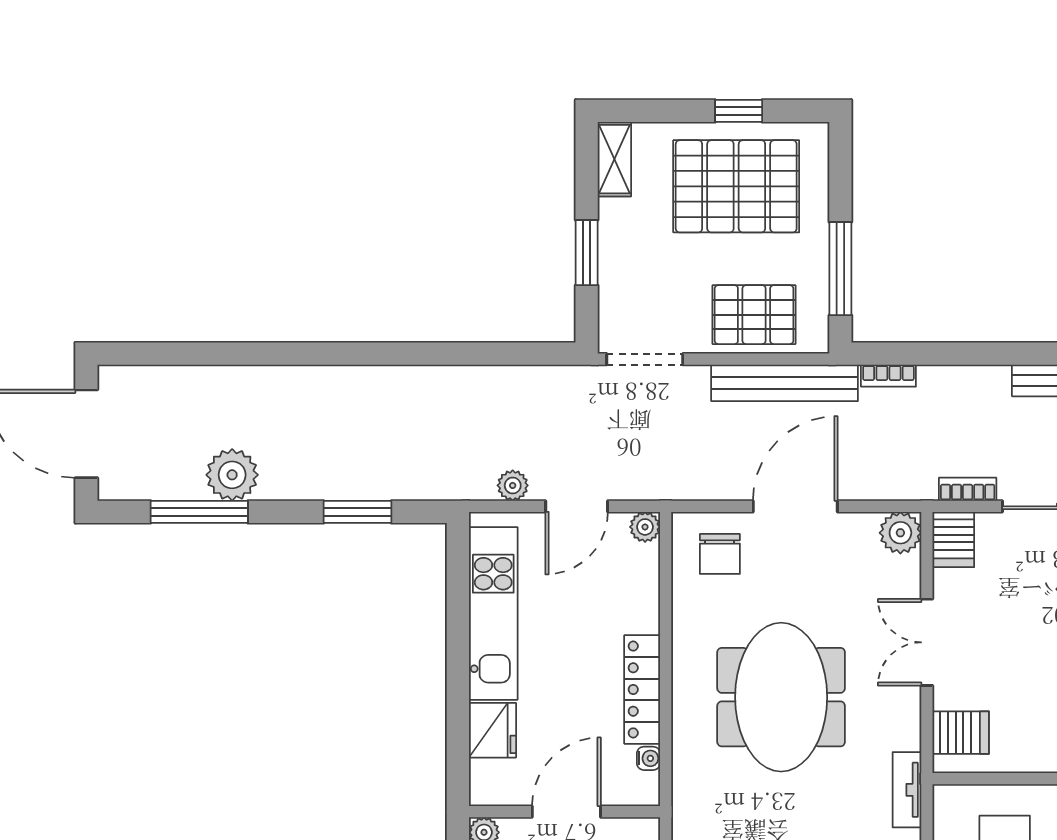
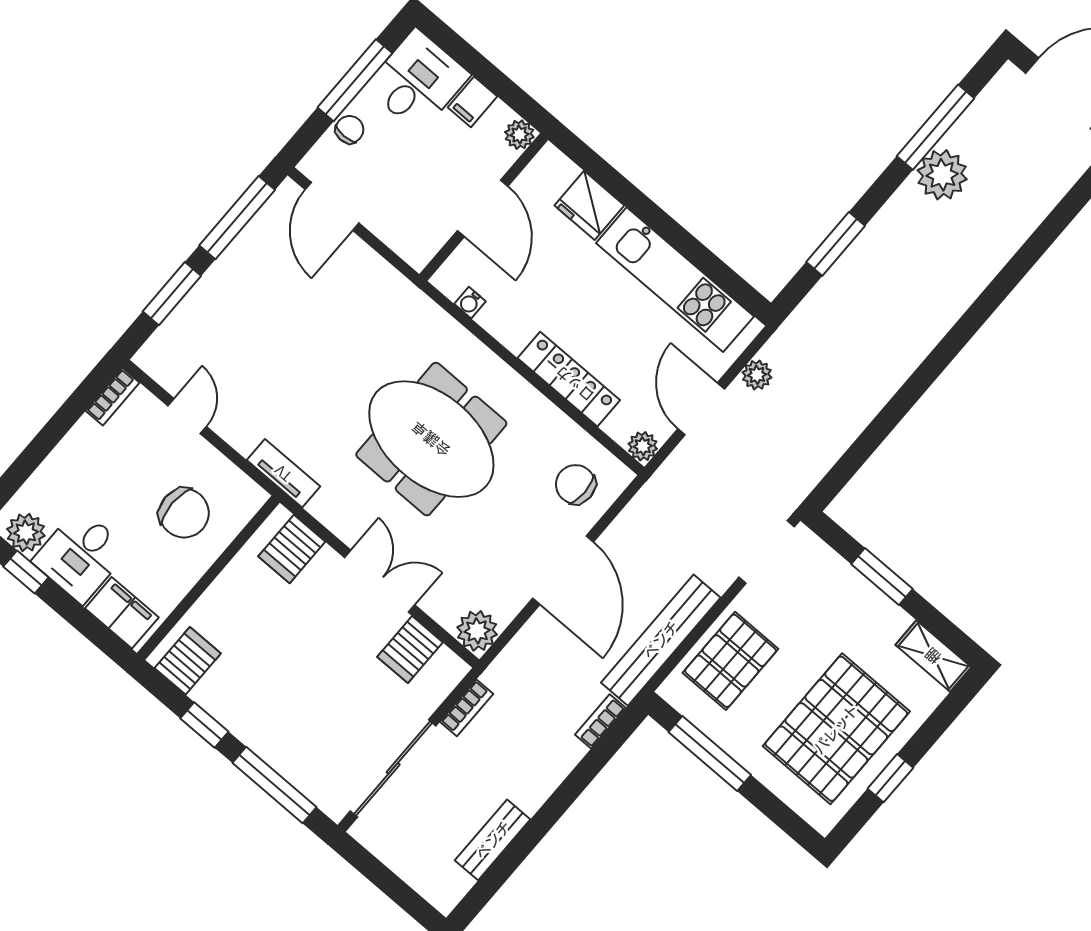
server rack: (953, 540) -> (410, 650), moved, turned -90
locker: (642, 689) -> (569, 379), moved

